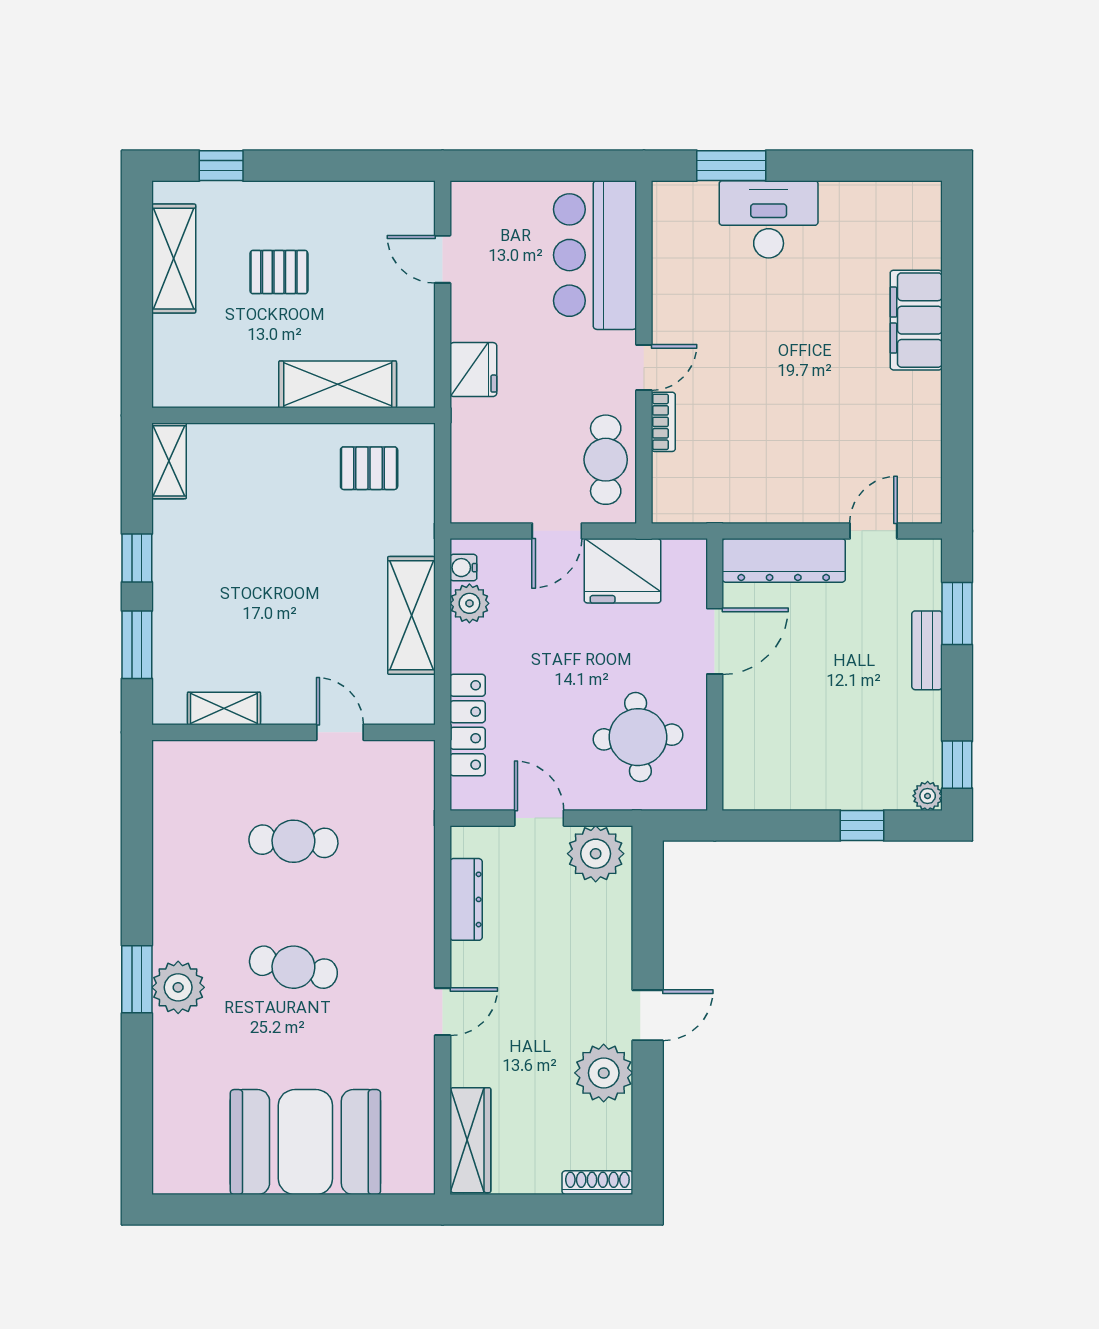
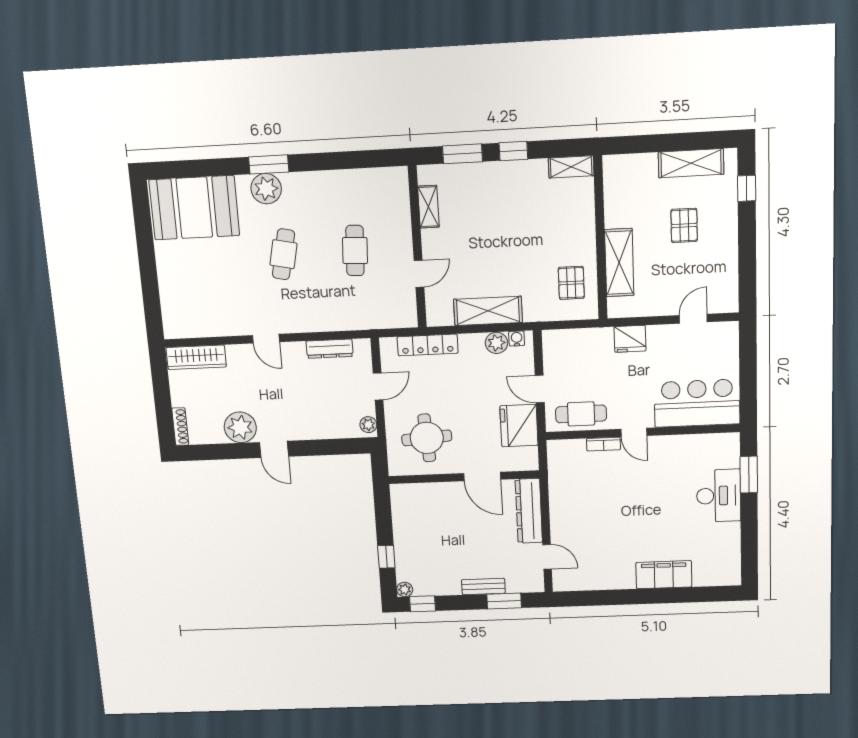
plant: (596, 854) -> (368, 425), width x0.53, depth x0.53
booth: (305, 1142) -> (194, 208), moved, turned 90

